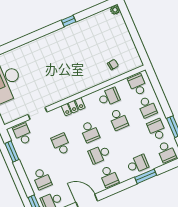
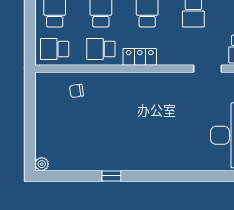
school desk: (138, 85) -> (55, 49), turned 90
locker: (73, 107) -> (140, 57), moved

